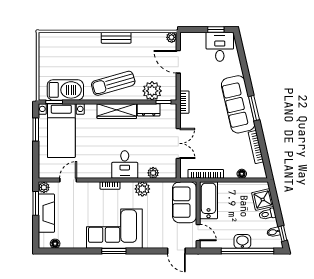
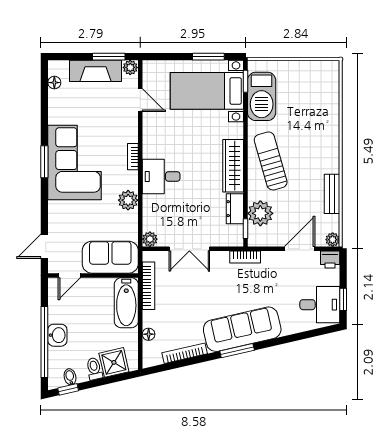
bench: (116, 38) -> (332, 194), moved
printer: (186, 39) -> (330, 259), added
plant: (153, 173) -> (150, 239), moved
bathtub: (209, 200) -> (126, 303), moved, turned 90

